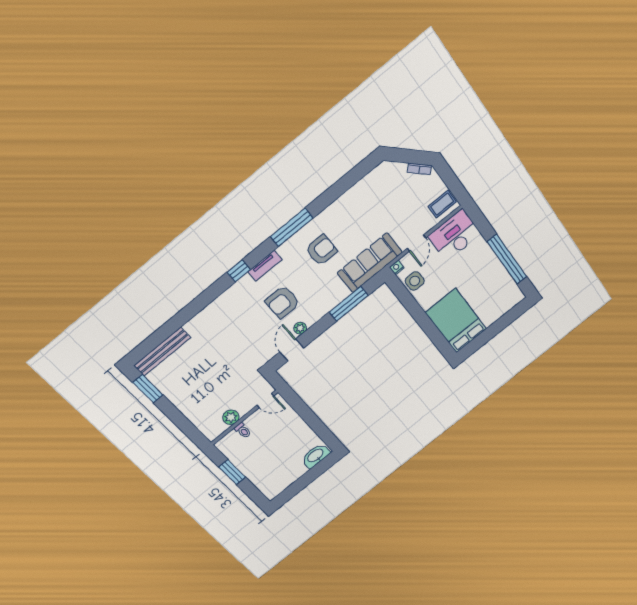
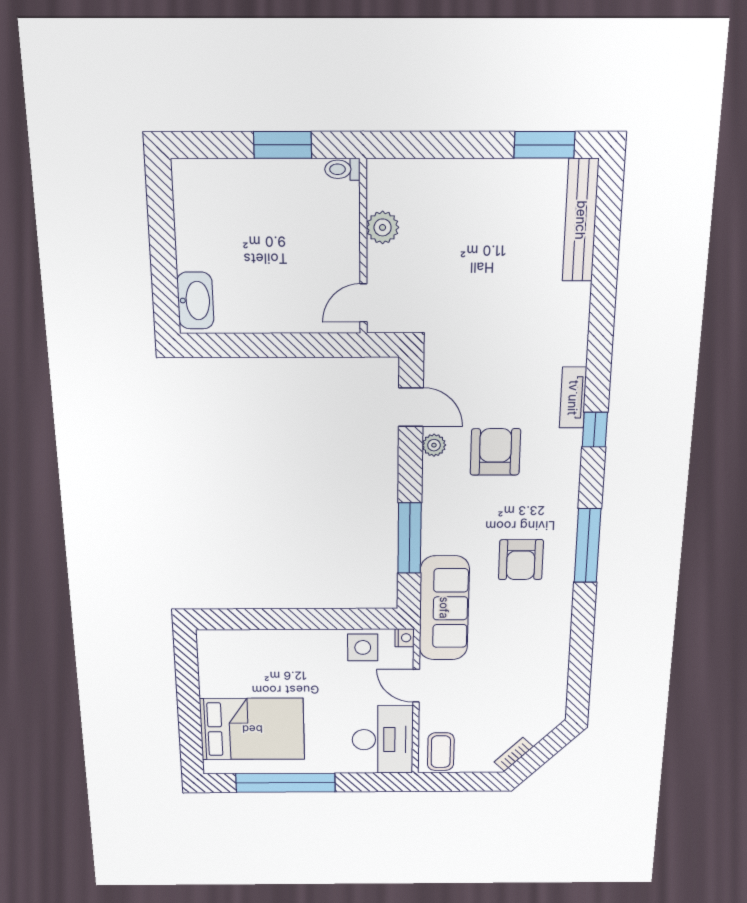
tv unit: (265, 266) -> (573, 398), moved
bed: (456, 321) -> (252, 729), moved
toilet: (243, 430) -> (342, 169), moved

